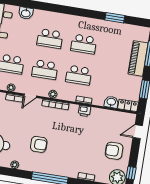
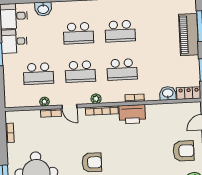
door: (30, 96) -> (69, 106), hinge flipped
printer: (84, 111) -> (132, 114), width x1.87, depth x1.48
armchair: (114, 151) -> (184, 151), turned 180

